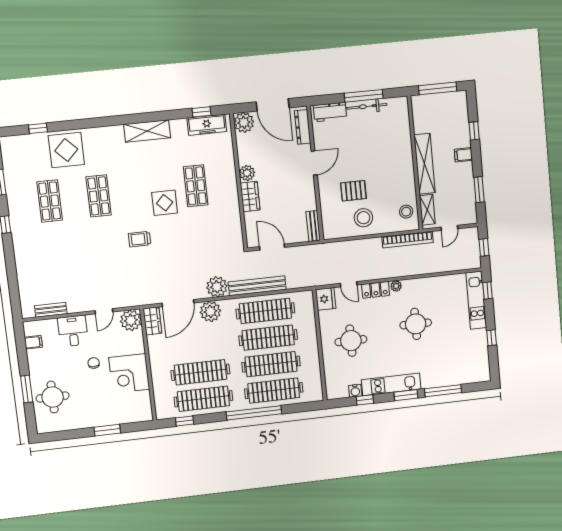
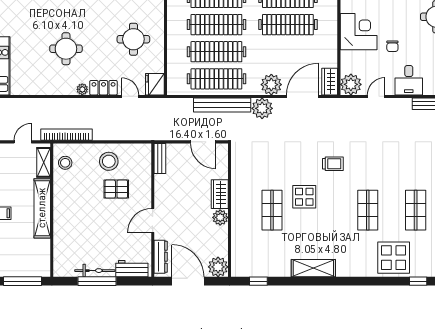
freezer: (207, 125) -> (255, 268), removed

